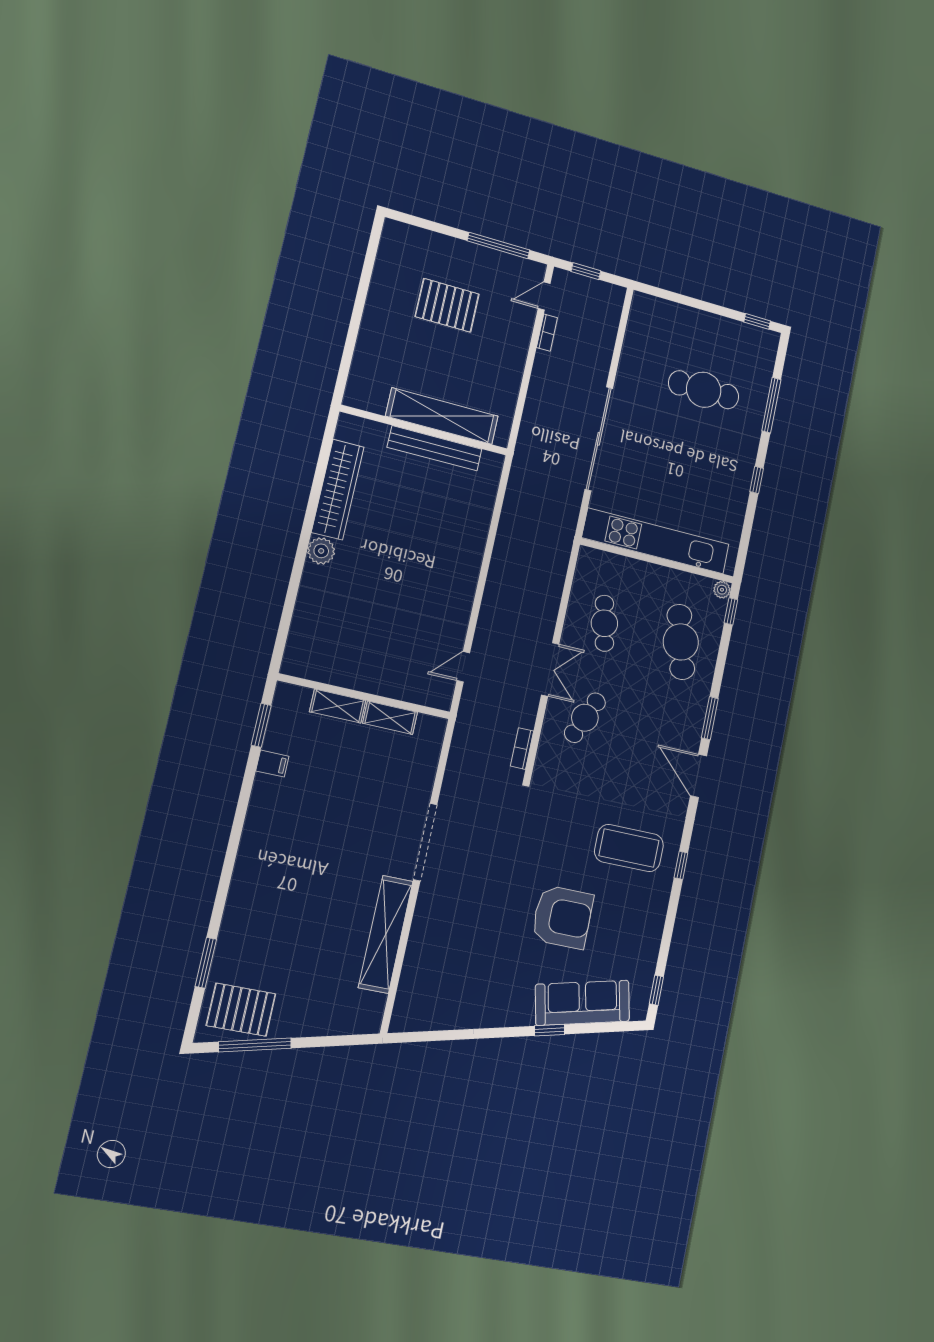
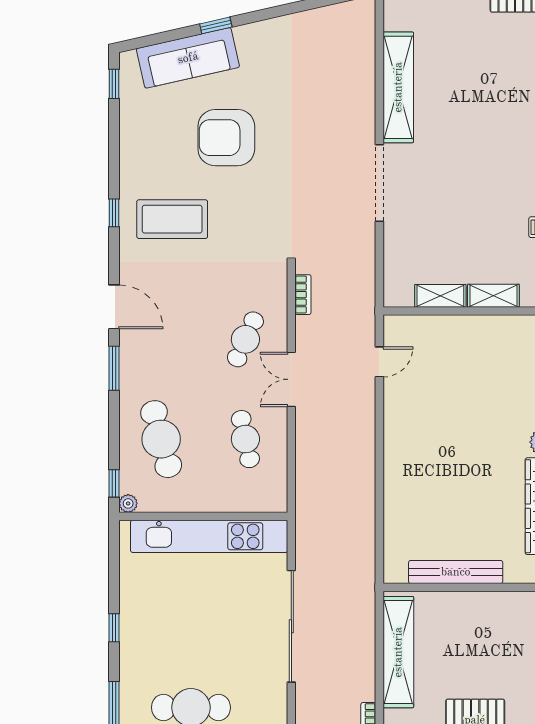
shelving: (442, 416) -> (398, 652), moved, turned 90

